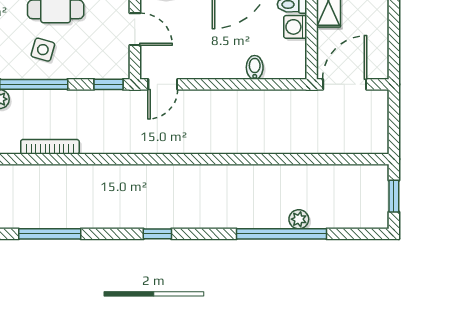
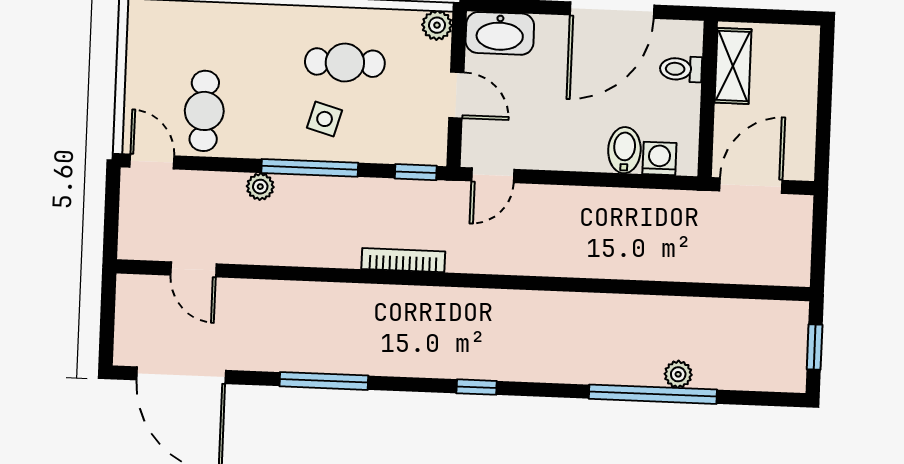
washing machine: (295, 27) -> (659, 159), moved, turned 90
bidet: (255, 67) -> (624, 150), width x1.38, depth x1.36
bookcase: (50, 147) -> (403, 260), moved

